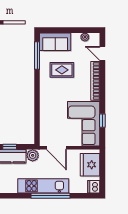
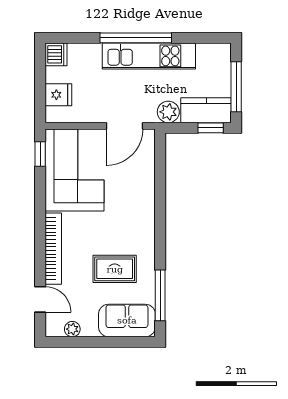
window: (102, 121) -> (40, 154), moved
door: (56, 148) -> (125, 126), swing flipped
fridge: (90, 165) -> (58, 95), width x0.53, depth x0.75

